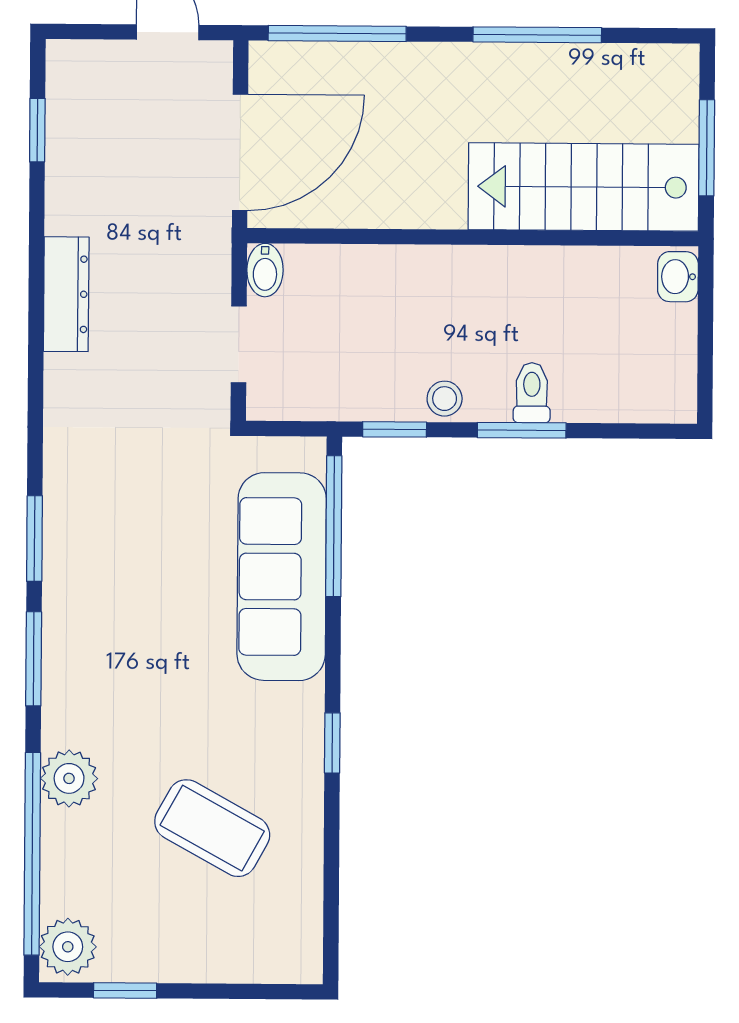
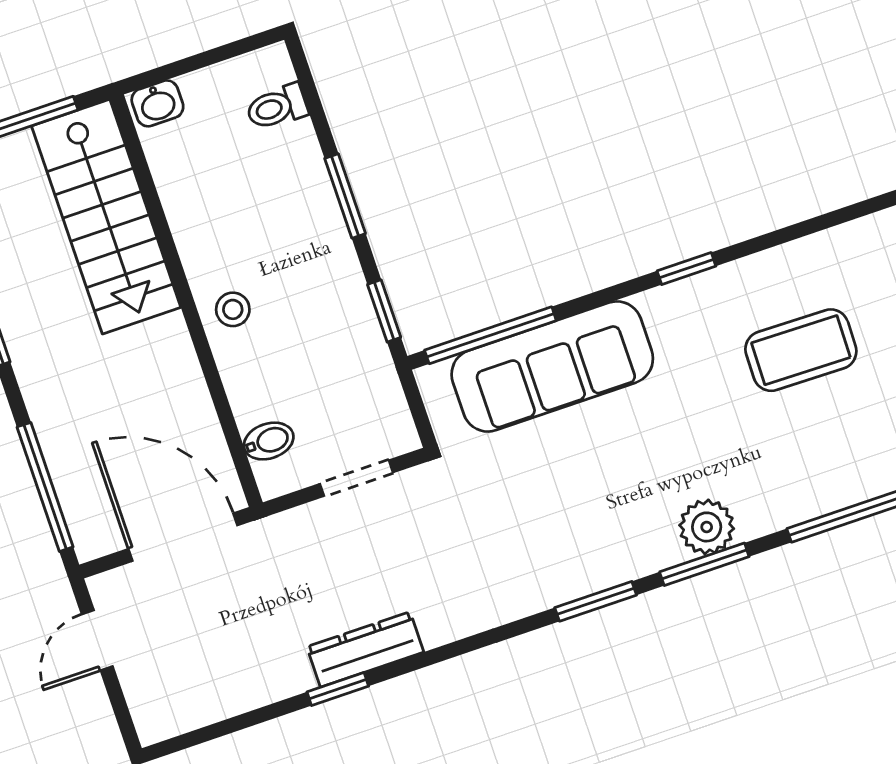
window: (37, 130) -> (338, 689), moved
bidet: (265, 270) -> (269, 441), moved
toilet: (532, 393) -> (277, 107), moved
stool: (445, 399) -> (233, 309), moved
plant: (69, 778) -> (707, 527), moved
coffee table: (212, 828) -> (801, 350), turned 62

